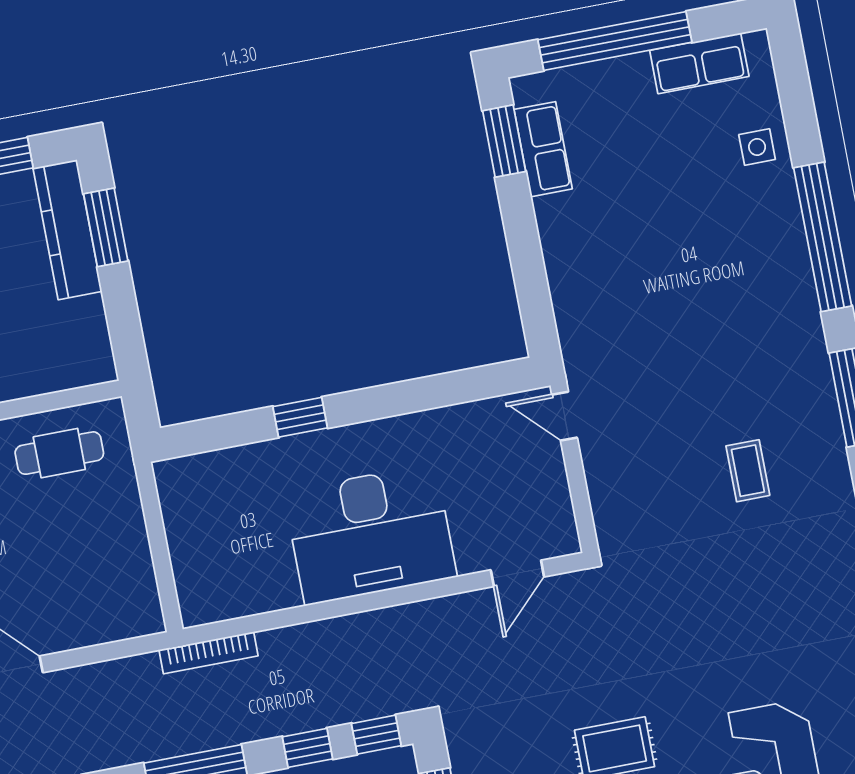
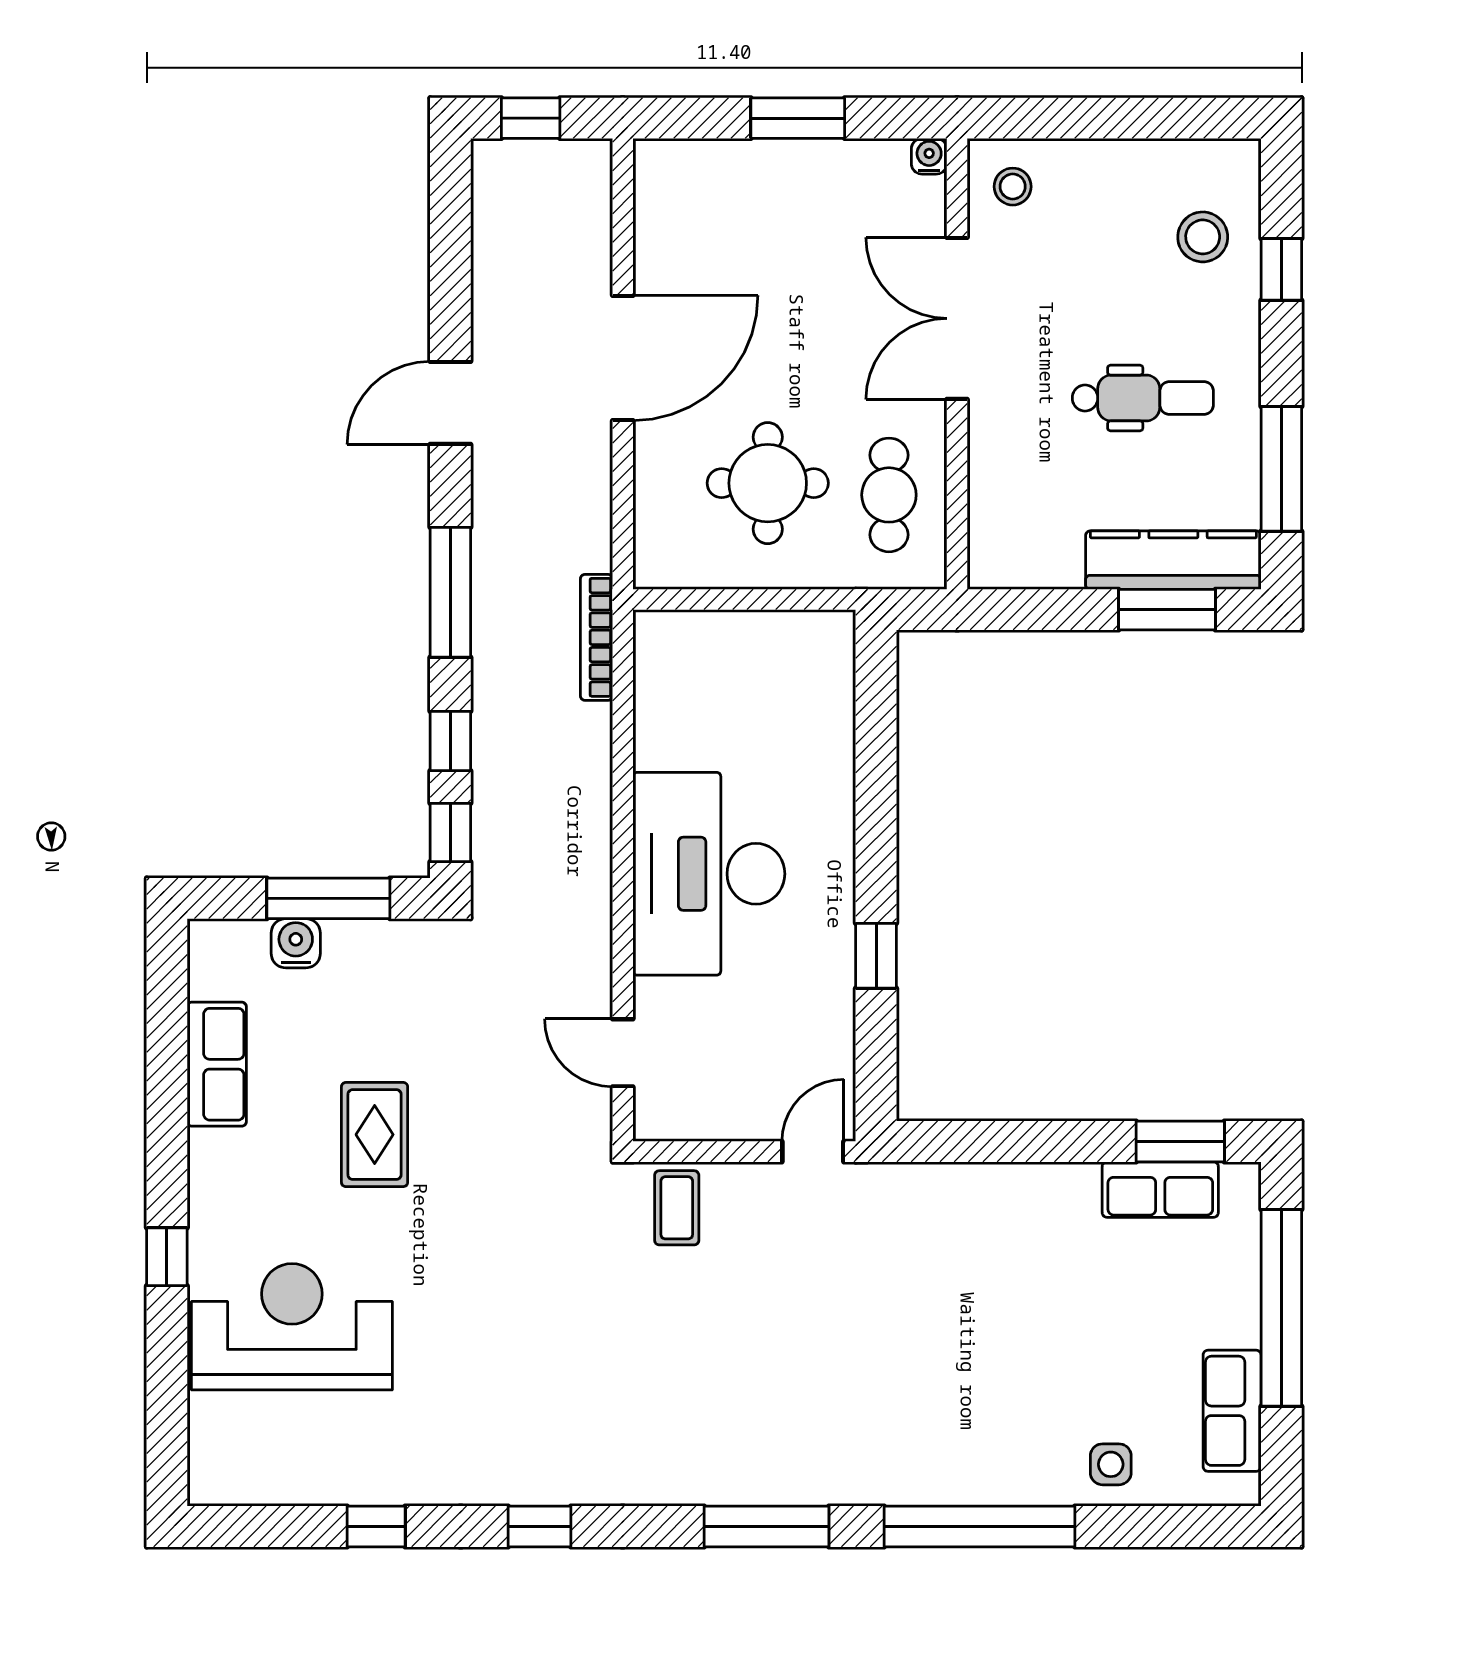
window: (300, 417) -> (876, 956), moved
coffee table: (748, 471) -> (677, 1208), moved, turned 90
round table: (68, 546) -> (768, 483), added

